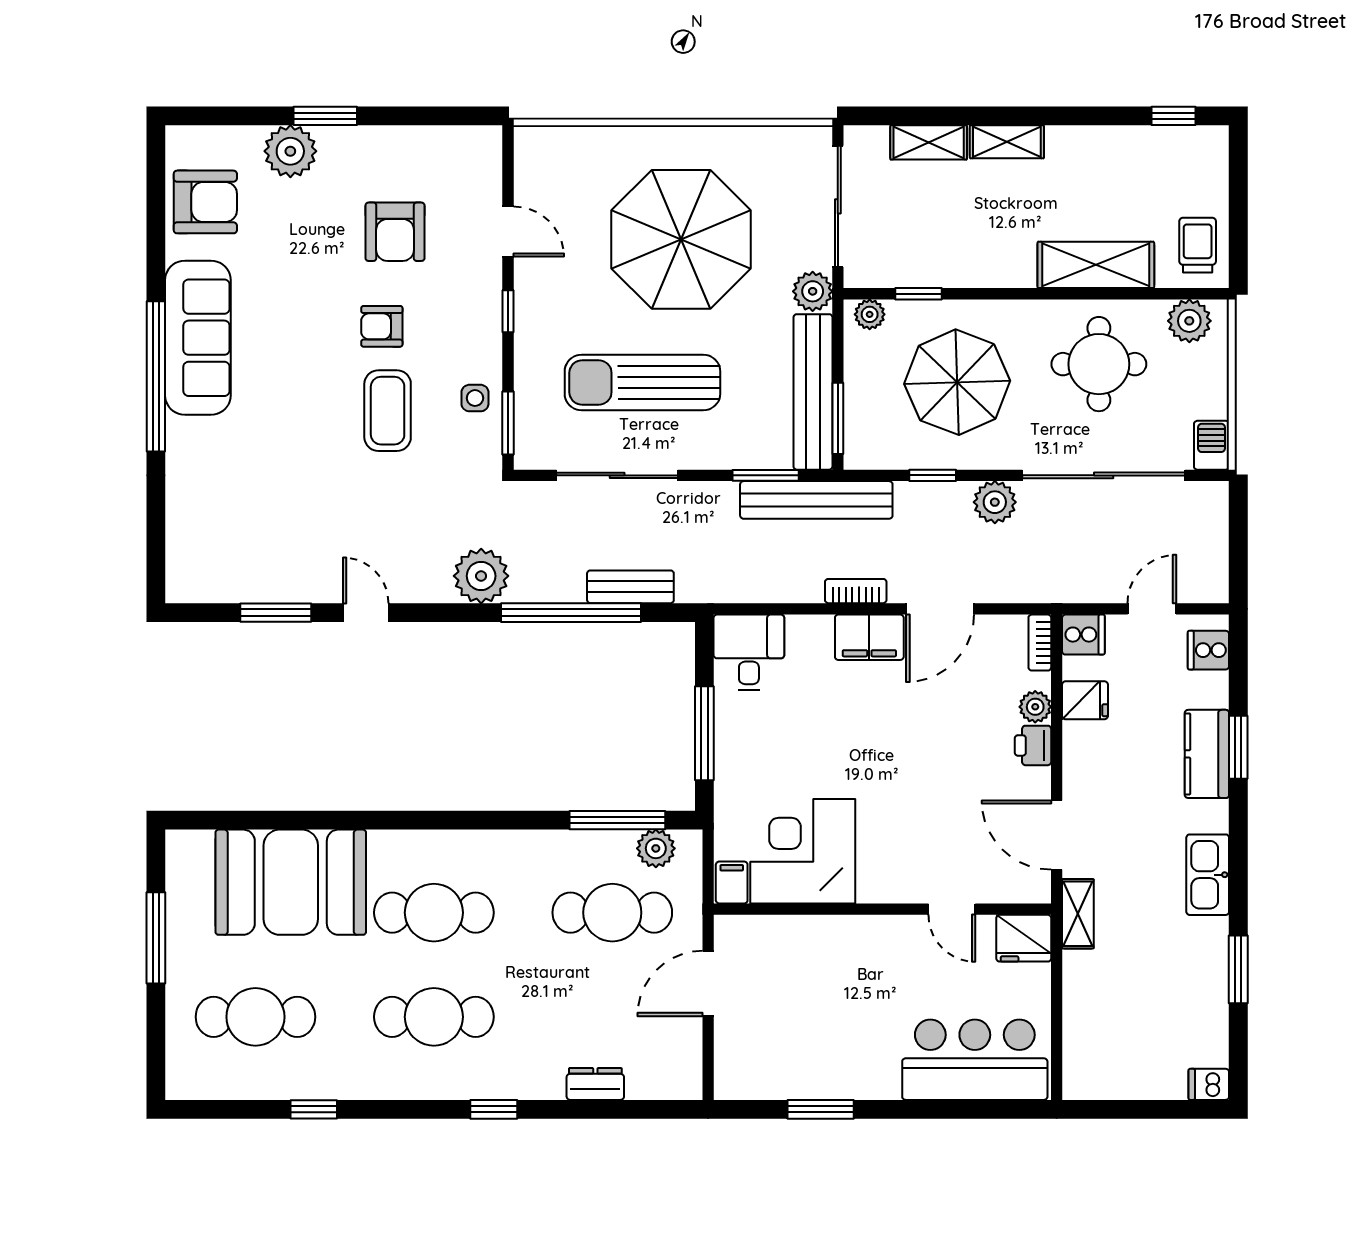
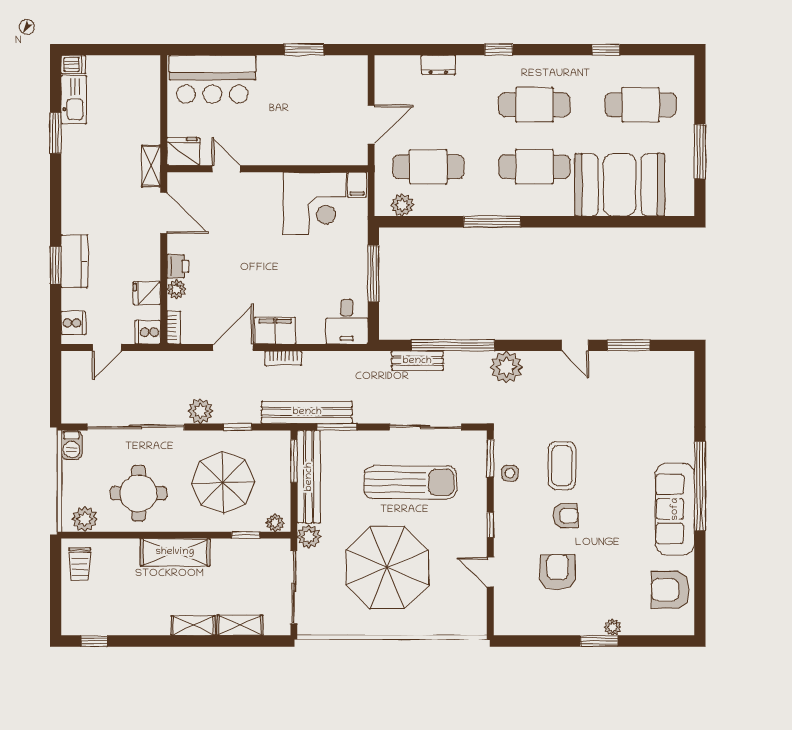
plant: (290, 151) -> (613, 627), width x0.53, depth x0.53
shelving: (1096, 265) -> (175, 552), moved
window: (617, 820) -> (492, 222), moved
kitchen sink: (1208, 875) -> (74, 100), moved

